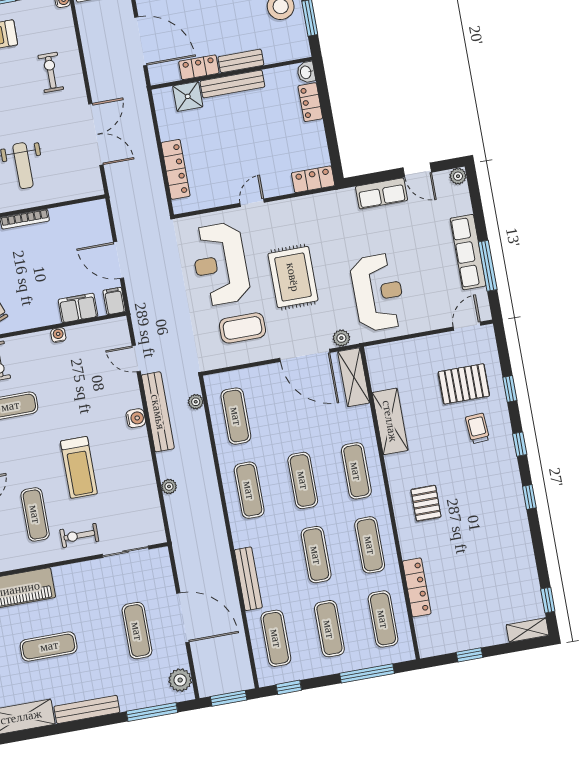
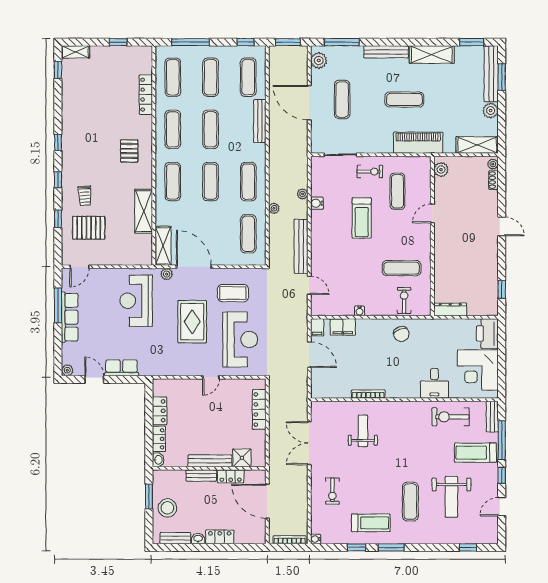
locker: (313, 179) -> (160, 411), moved, turned -90
plant: (196, 402) -> (274, 208), moved
water cooler: (136, 418) -> (317, 203), moved
treadmill: (79, 467) -> (362, 218), turned 180

